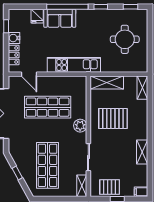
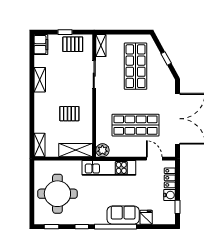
round table: (125, 39) -> (57, 194), width x1.36, depth x1.36
pallet: (113, 118) -> (69, 114), width x0.67, depth x0.71
plant: (80, 126) -> (102, 150), moved
filing cabinet: (141, 192) -> (41, 45), width x2.00

